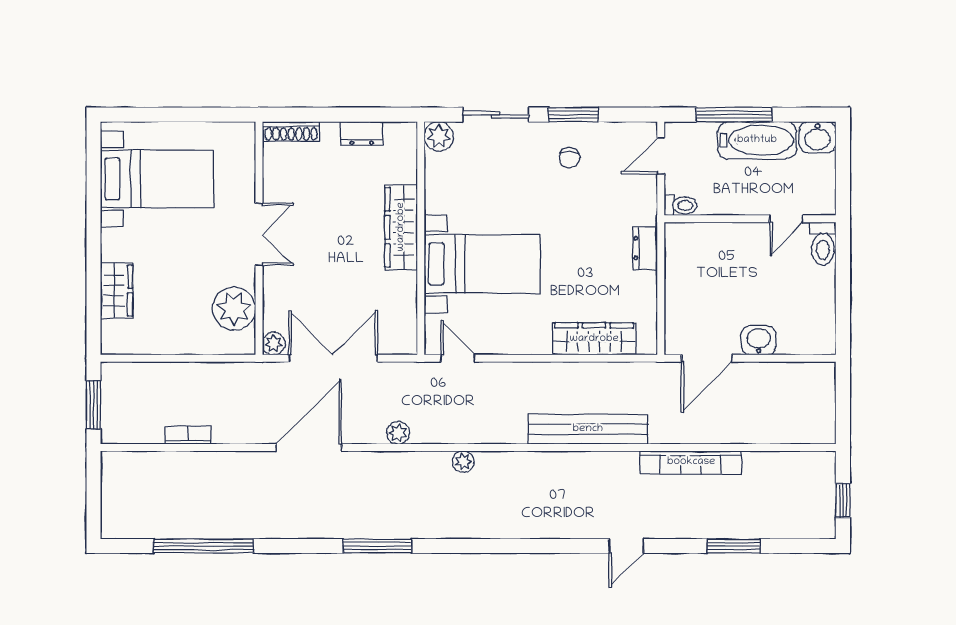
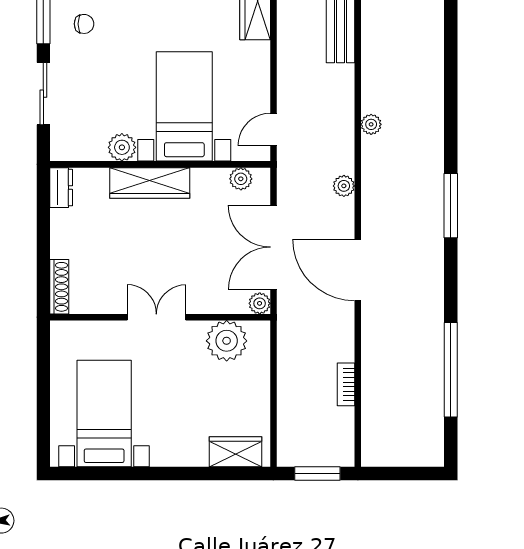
dresser: (362, 134) -> (61, 188), moved
plant: (439, 136) -> (122, 147), moved
wardrobe: (117, 291) -> (235, 452), moved
plant: (406, 324) -> (241, 179), added

